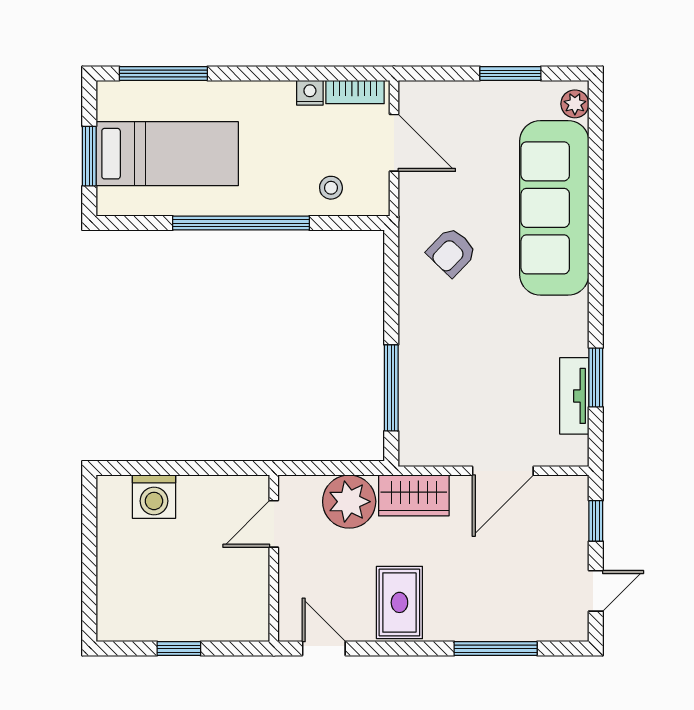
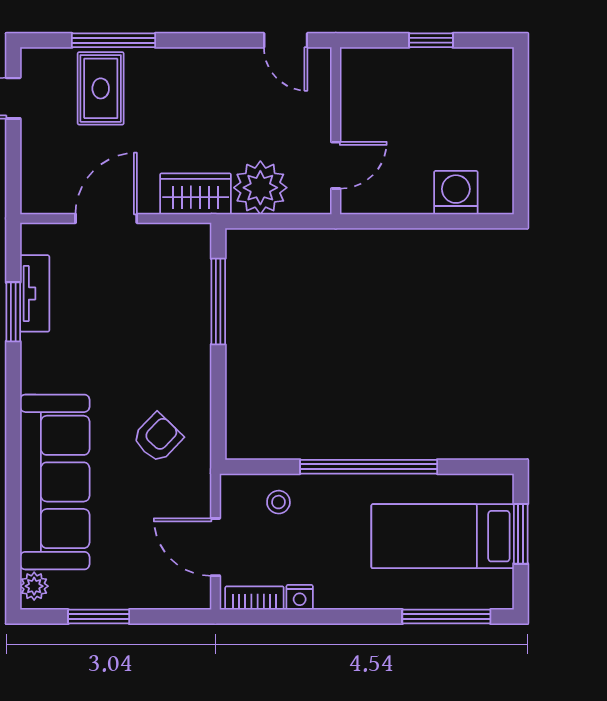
window: (596, 521) -> (13, 168), removed
rug: (399, 602) -> (101, 88), moved

